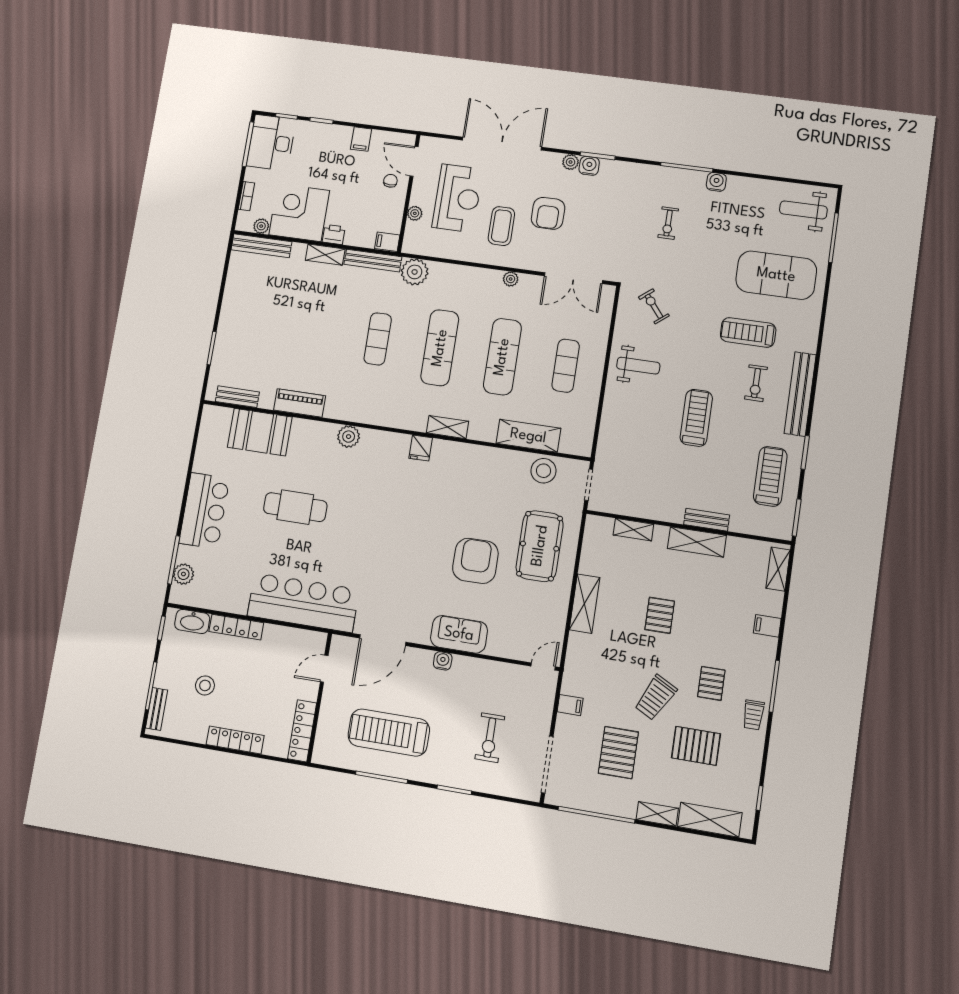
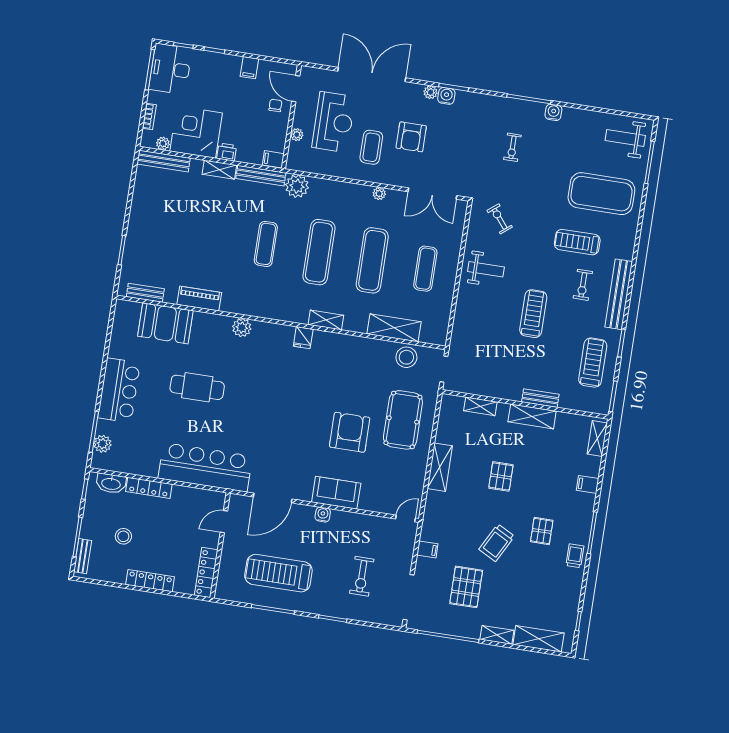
trolley: (753, 715) -> (575, 556), turned 180
pallet: (696, 746) -> (529, 581), removed

